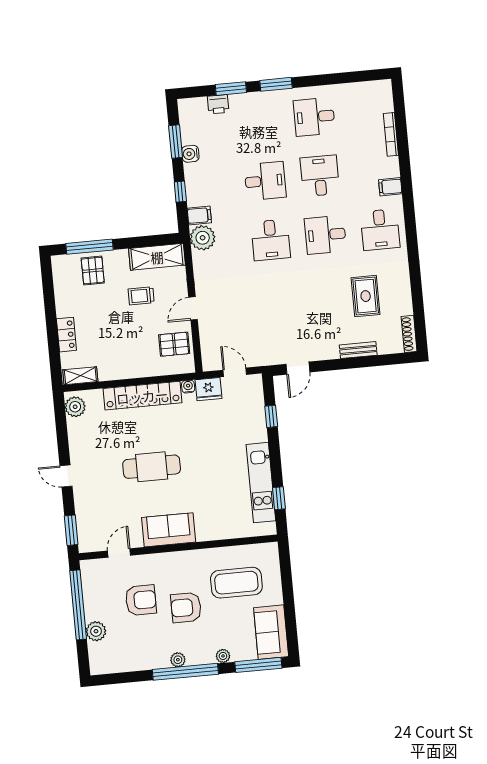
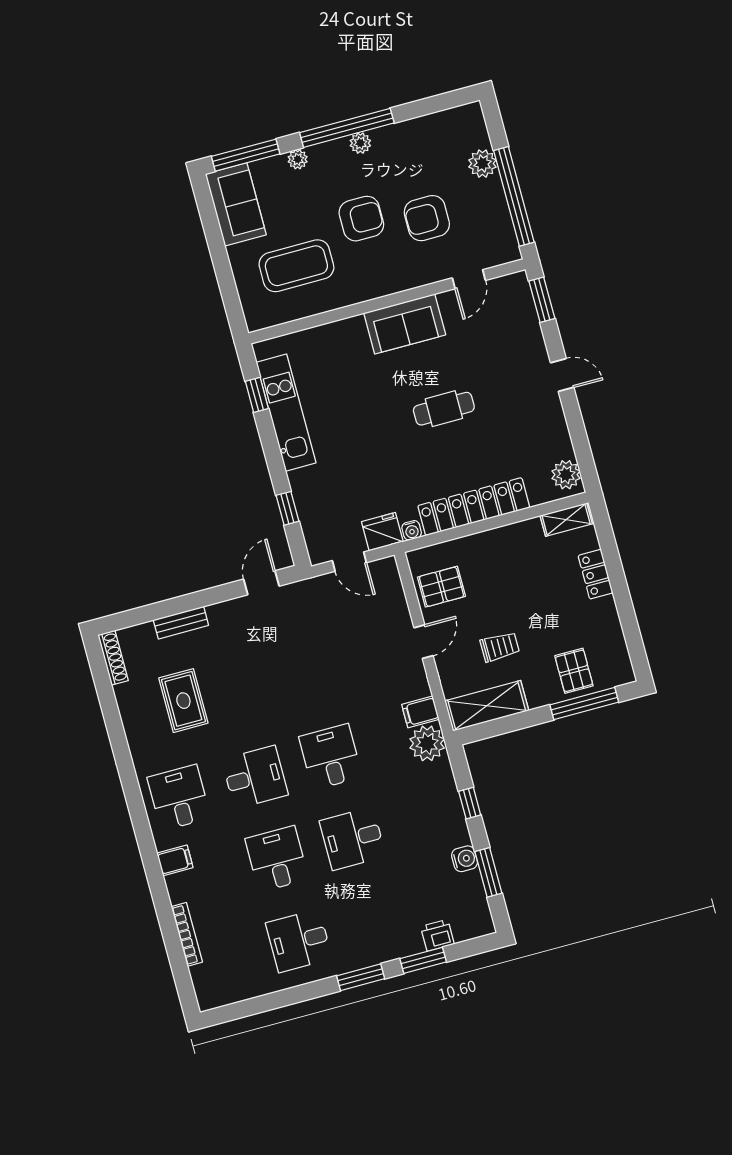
desk: (314, 117) -> (299, 941), turned 180
desk: (320, 176) -> (277, 859), turned 180
filing cabinet: (199, 215) -> (420, 712), moved
cafe table: (152, 467) -> (444, 409), width x0.73, depth x0.74

